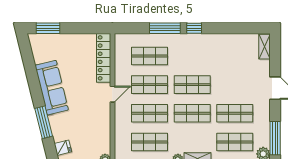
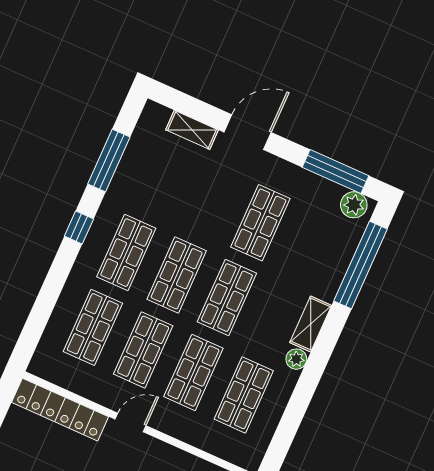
window: (165, 28) -> (109, 161), moved
shelving: (264, 47) -> (192, 130), moved
door: (112, 94) -> (131, 422), hinge flipped
shop shelf: (235, 142) -> (126, 253), moved

